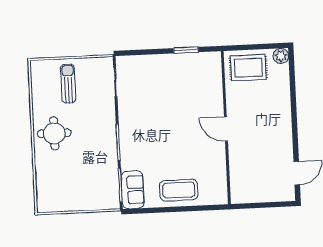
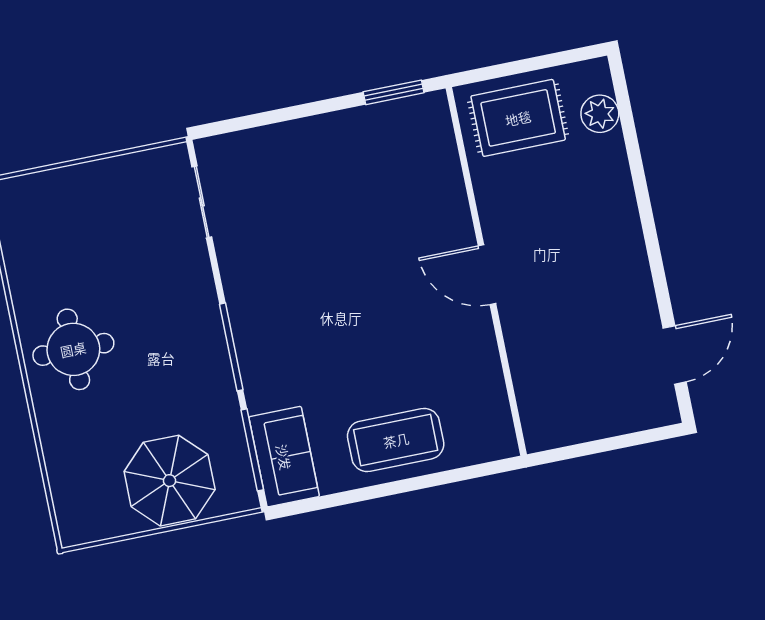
window: (186, 50) -> (394, 92), moved
plant: (281, 56) -> (600, 114), moved
sun lounger: (68, 84) -> (88, 224), removed
parasol: (85, 192) -> (170, 481), added

